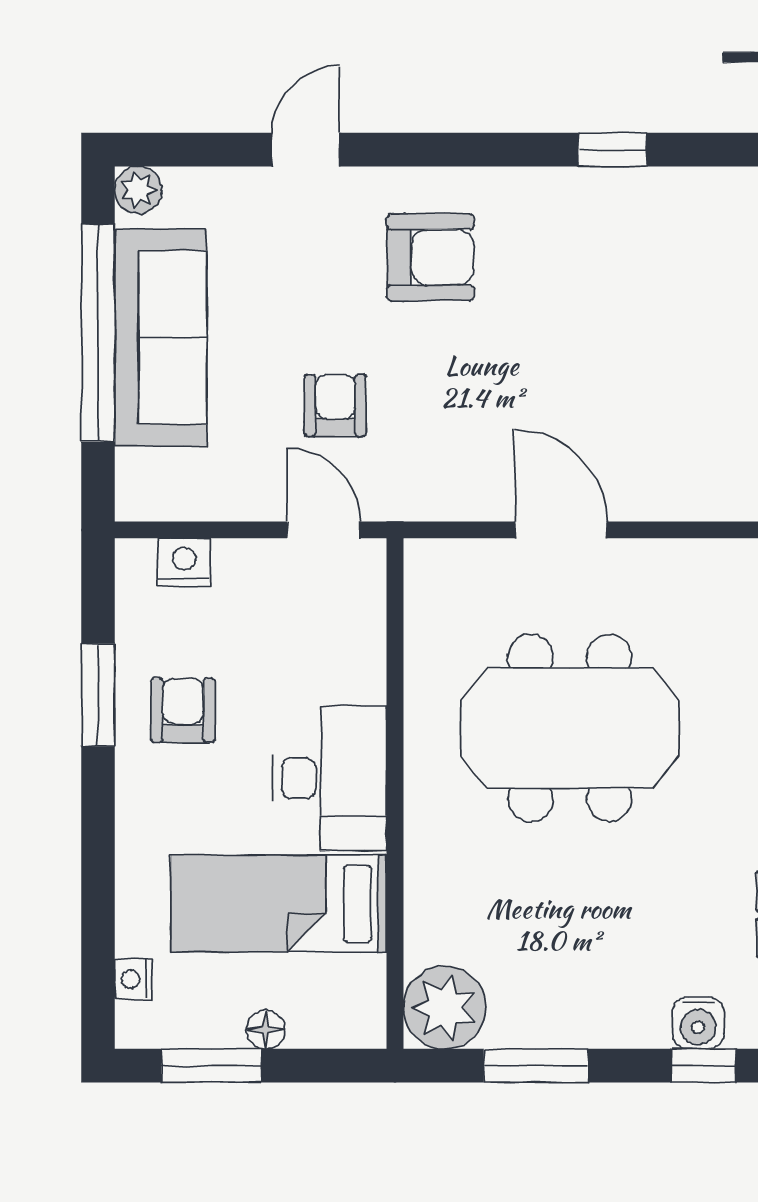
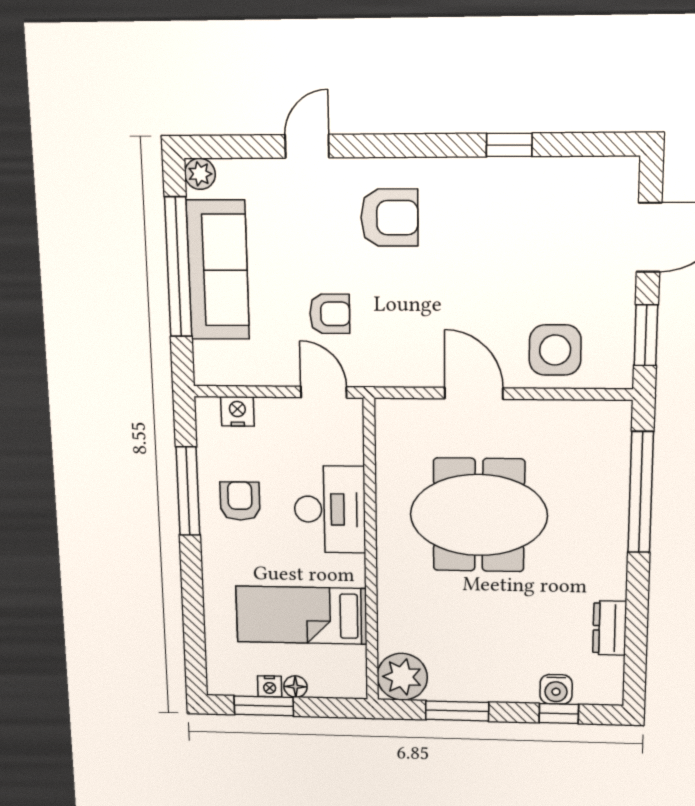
armchair: (335, 405) -> (330, 314), turned 90
side table: (687, 461) -> (555, 350), added
window: (98, 695) -> (188, 491), width x1.44
desk: (330, 778) -> (330, 509), moved
nightstand: (133, 979) -> (270, 686), moved, turned -90

